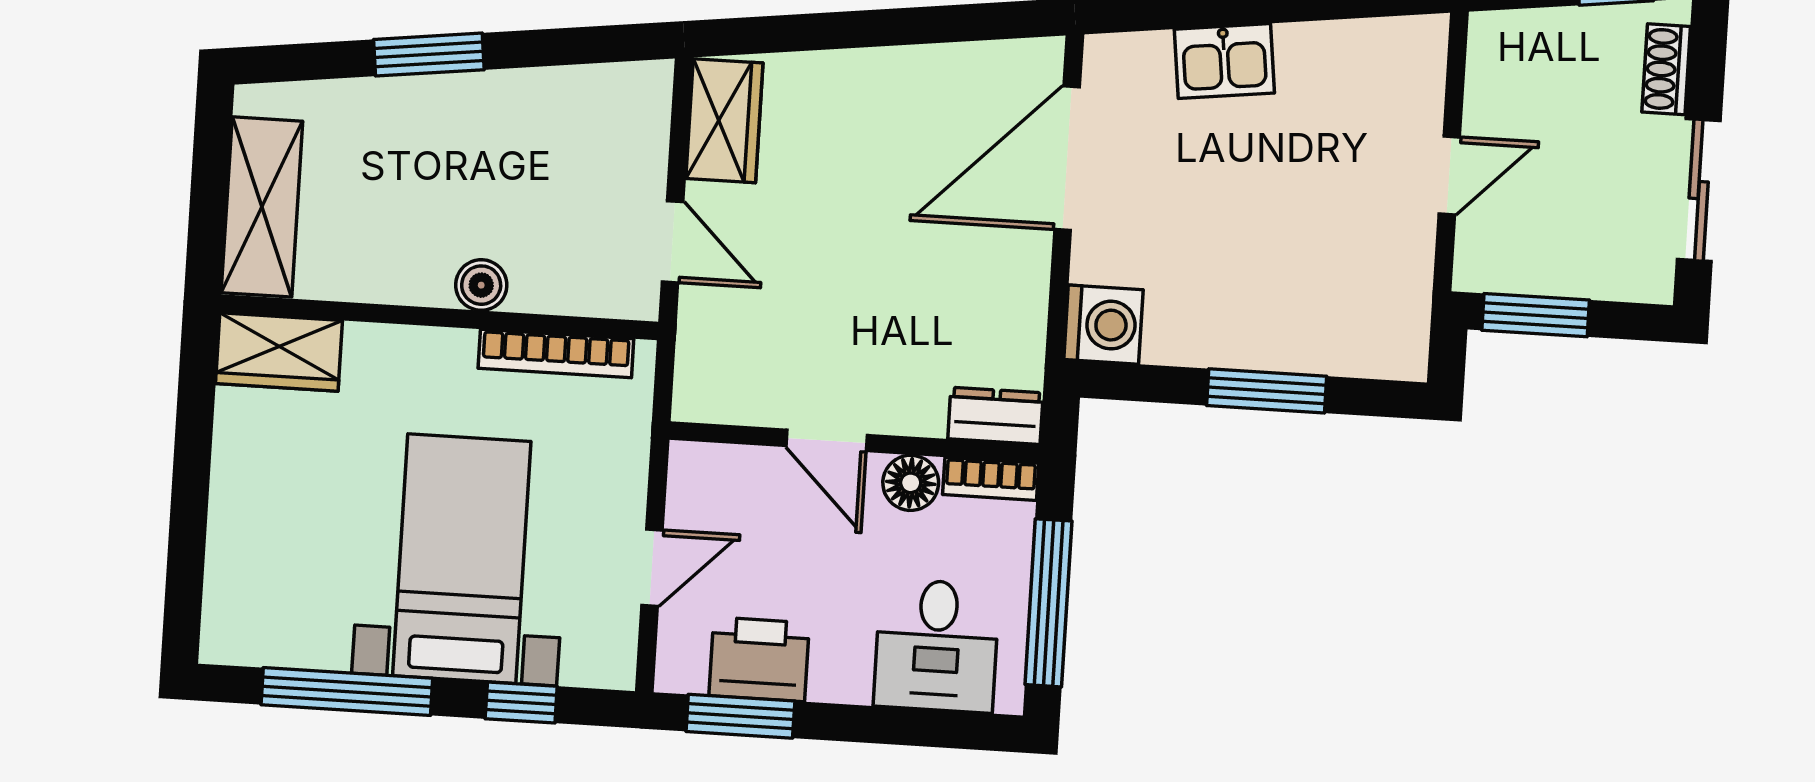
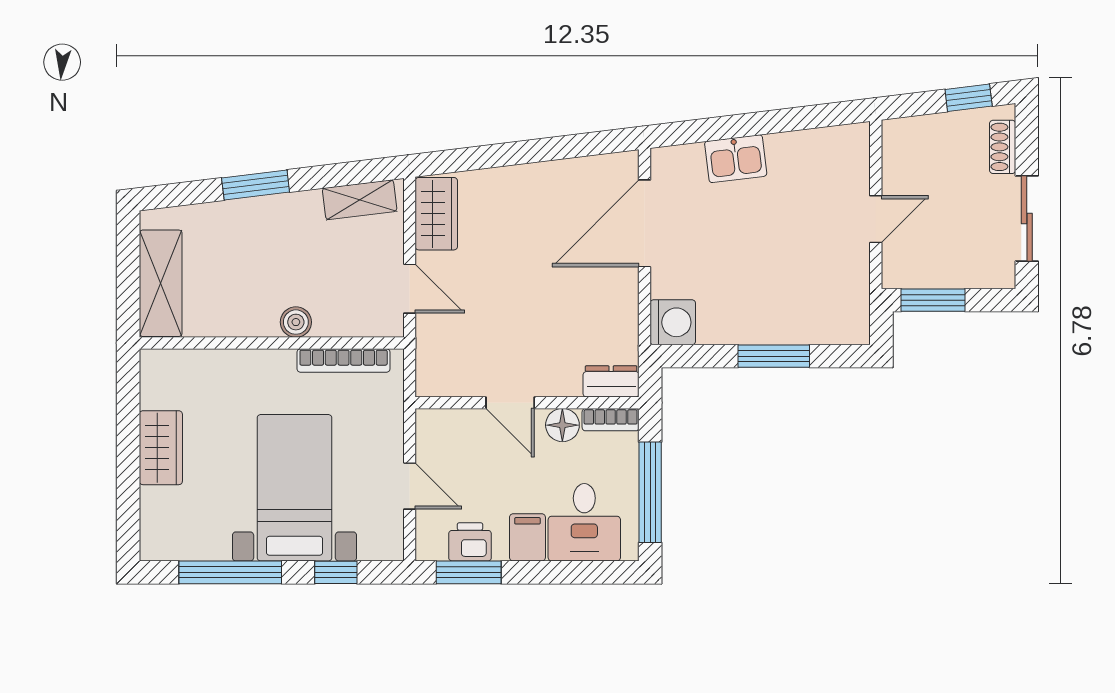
shelving: (599, 90) -> (360, 200), added
wardrobe: (279, 352) -> (161, 448), moved, turned -90
door: (652, 568) -> (410, 486), hinge flipped
printer: (759, 659) -> (470, 542), width x0.73, depth x0.81
filing cabinet: (841, 665) -> (527, 537), added

